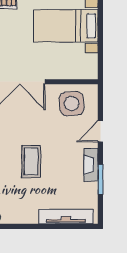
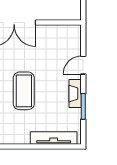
side table: (72, 104) -> (58, 41), removed
coffee table: (31, 161) -> (24, 91), width x1.36, depth x1.32

